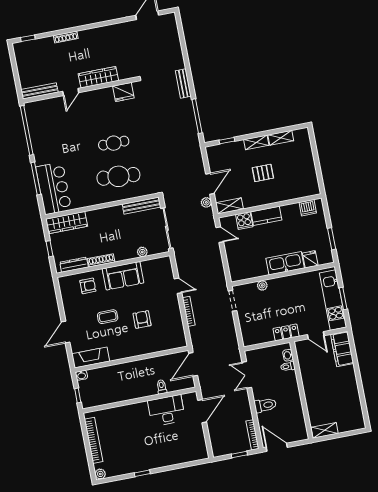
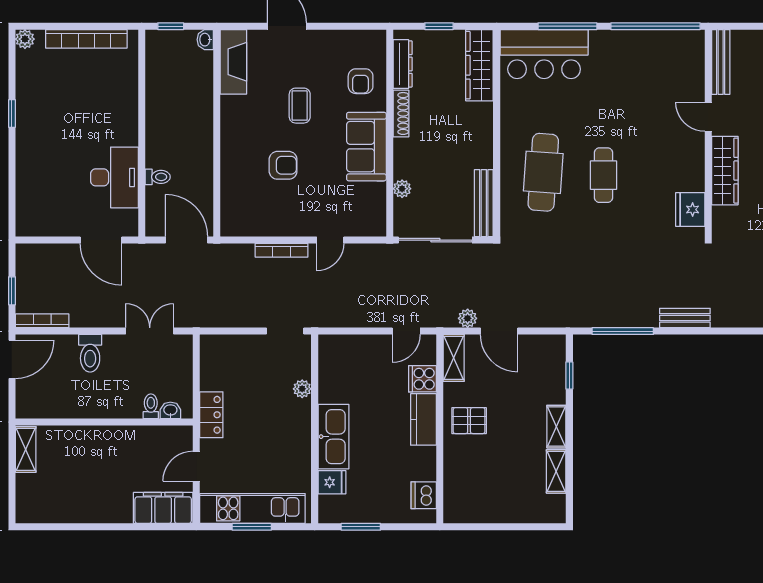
pallet: (263, 173) -> (469, 421), moved, turned 90

